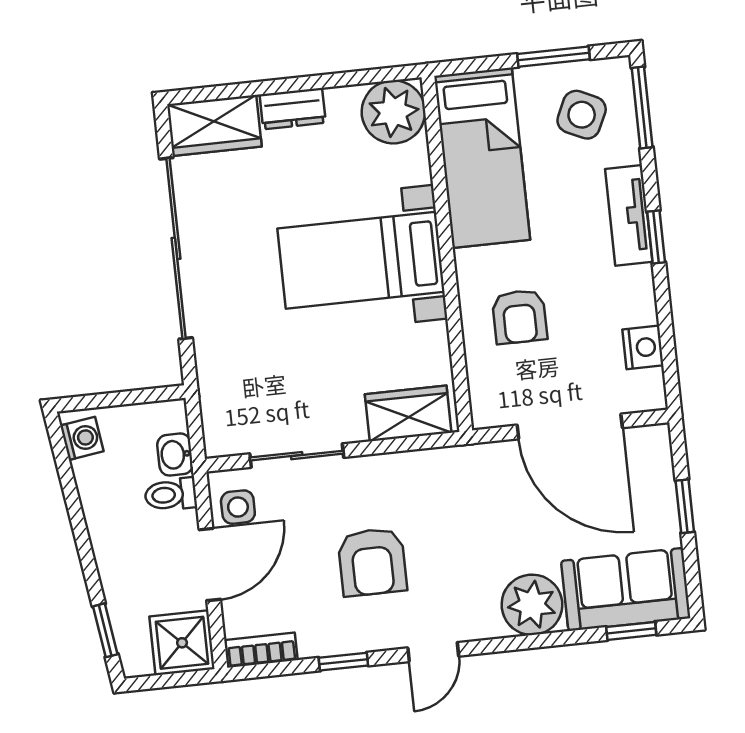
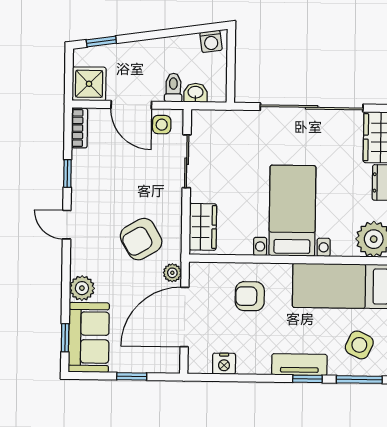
window: (656, 237) -> (307, 379), moved
plant: (495, 457) -> (172, 273), added
armchair: (372, 562) -> (141, 239), moved, turned -30
plant: (532, 605) -> (82, 288), width x0.73, depth x0.73

